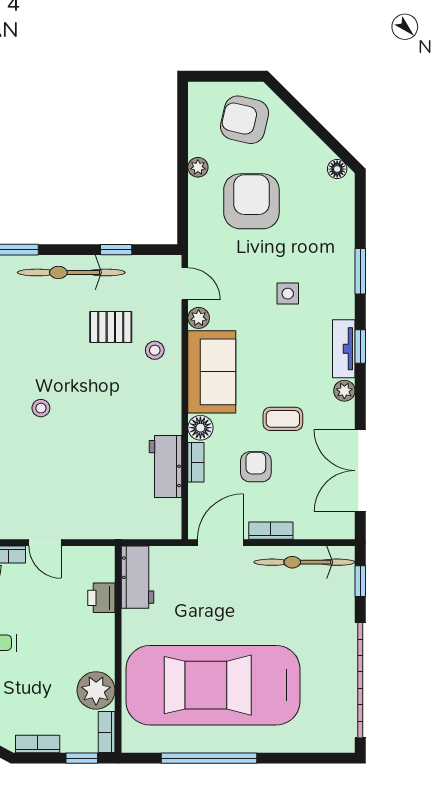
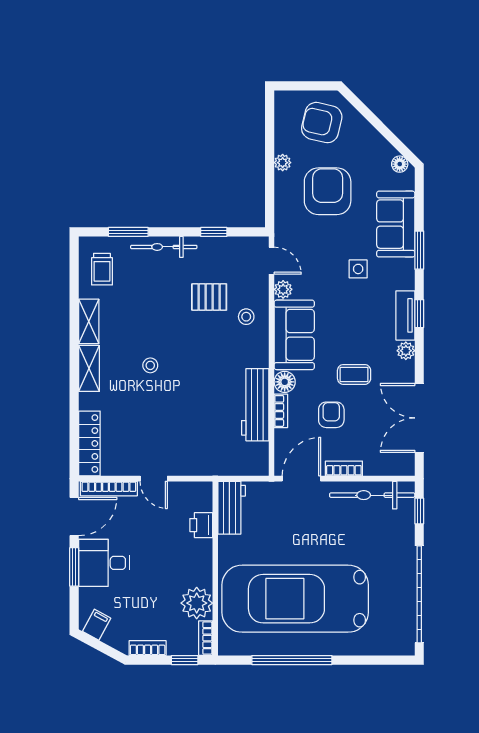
sofa: (332, 240) -> (396, 224), added
bicycle: (71, 272) -> (164, 247), width x0.73, depth x0.71
workbench: (165, 467) -> (255, 405), width x1.38

